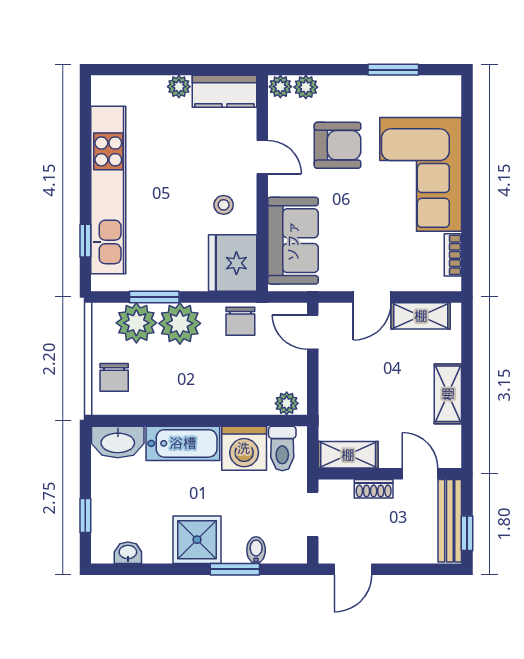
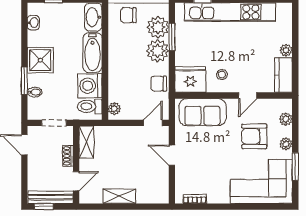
plant: (280, 87) -> (286, 144), moved
armchair: (338, 145) -> (254, 136), turned 90
corner sofa: (421, 174) -> (261, 181), moved
shelving: (421, 316) -> (162, 181), removed

